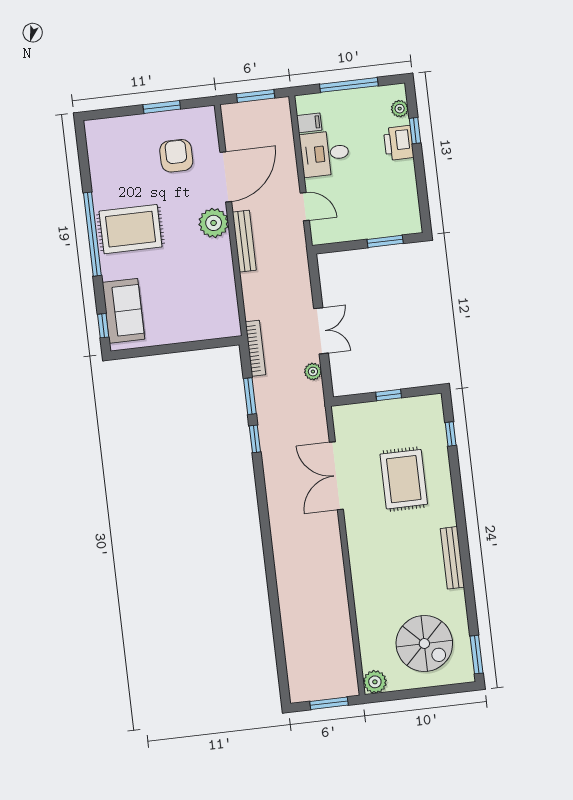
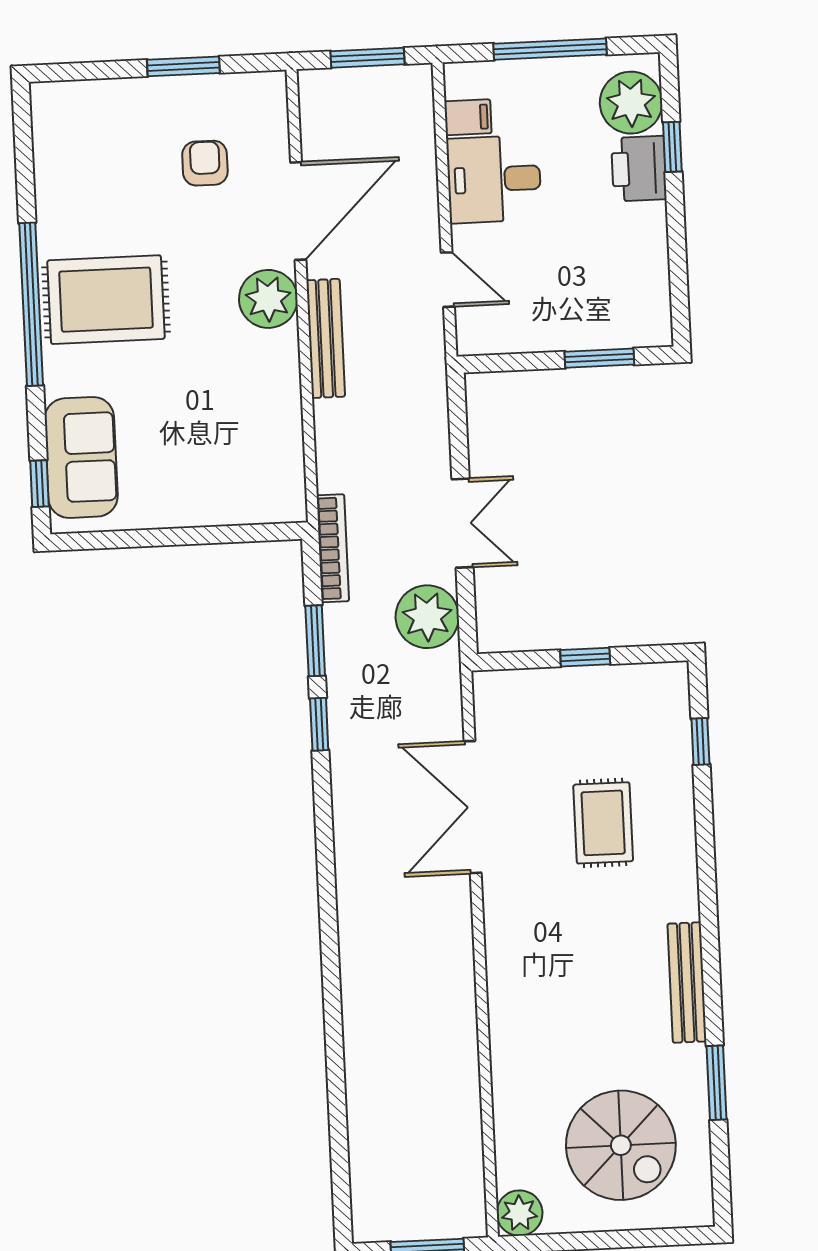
plant: (400, 109) -> (631, 103), width x1.88, depth x1.88
armchair: (176, 156) -> (205, 163), width x0.72, depth x0.72
plant: (313, 372) -> (427, 617), width x1.88, depth x1.88
rug: (404, 479) -> (603, 823), width x0.73, depth x0.70
window: (477, 655) -> (717, 1083), moved

